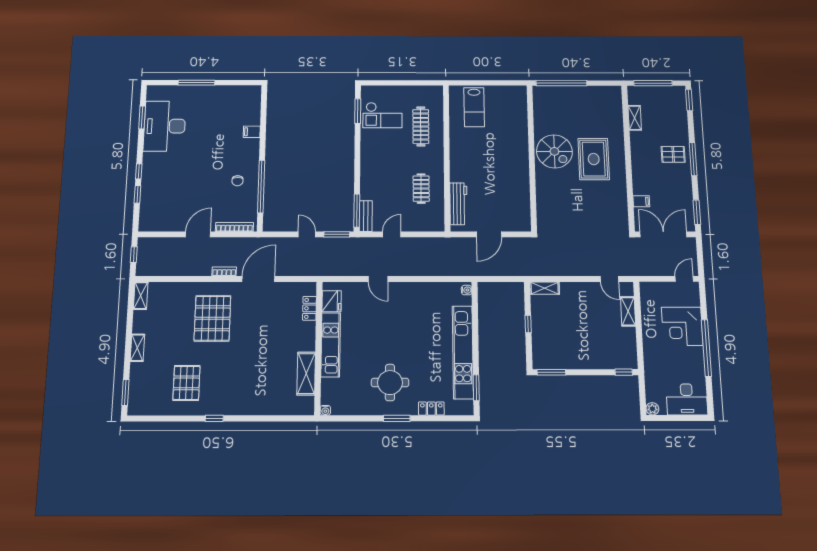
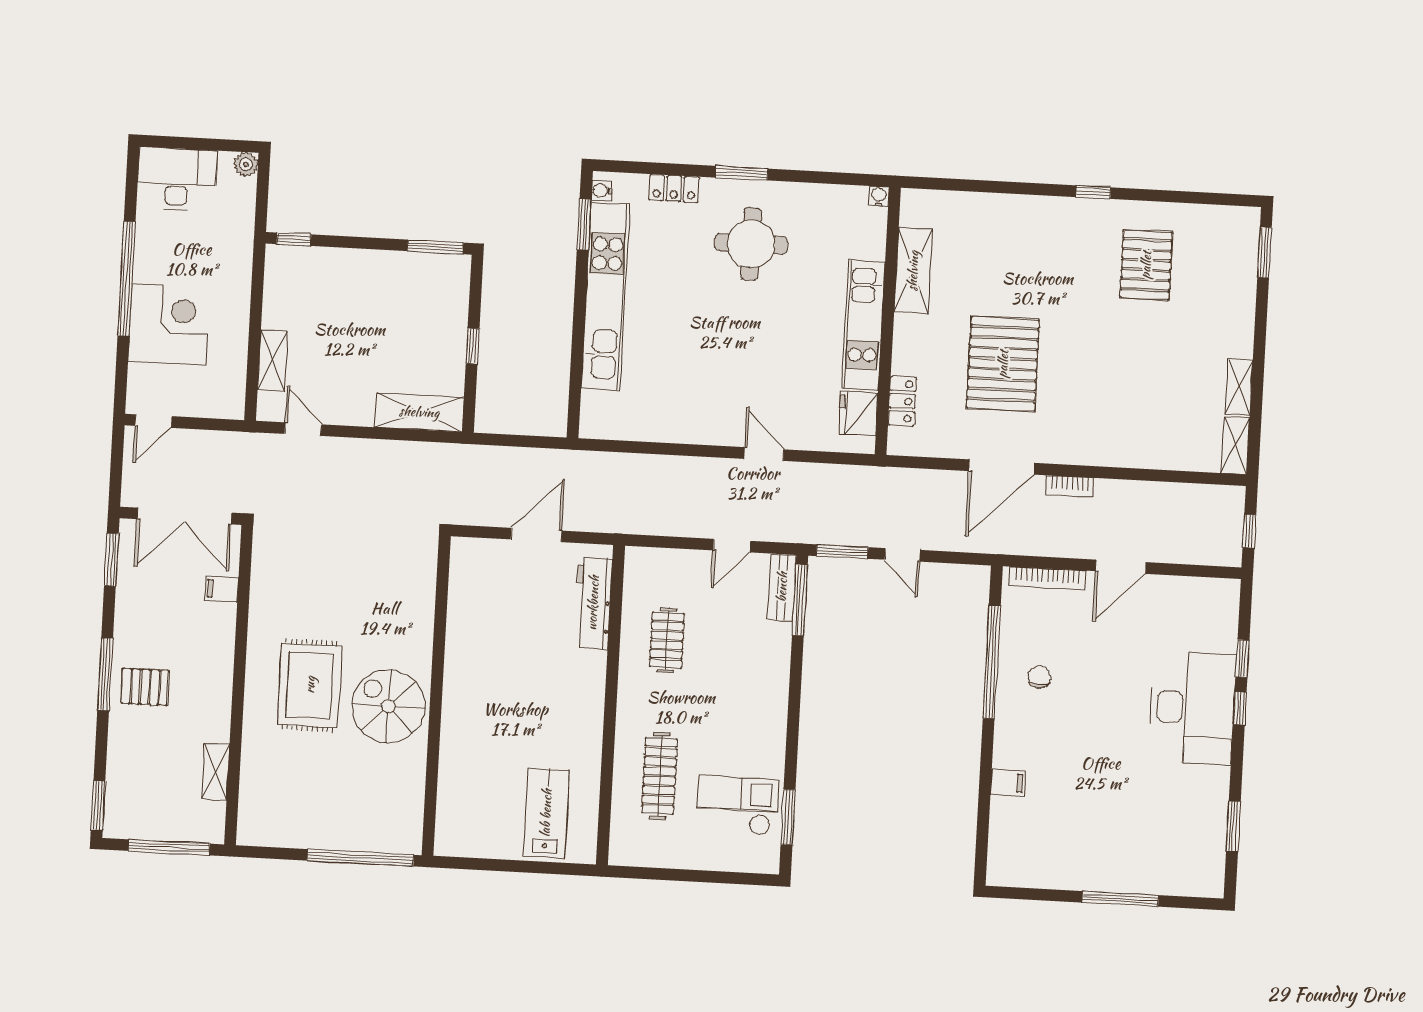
desk: (165, 126) -> (1192, 708), moved
shelving: (545, 288) -> (419, 412), width x1.50, depth x1.33
water cooler: (467, 290) -> (602, 191), moved
pallet: (212, 318) -> (1003, 364), moved
shelving: (137, 348) -> (1239, 387), moved

